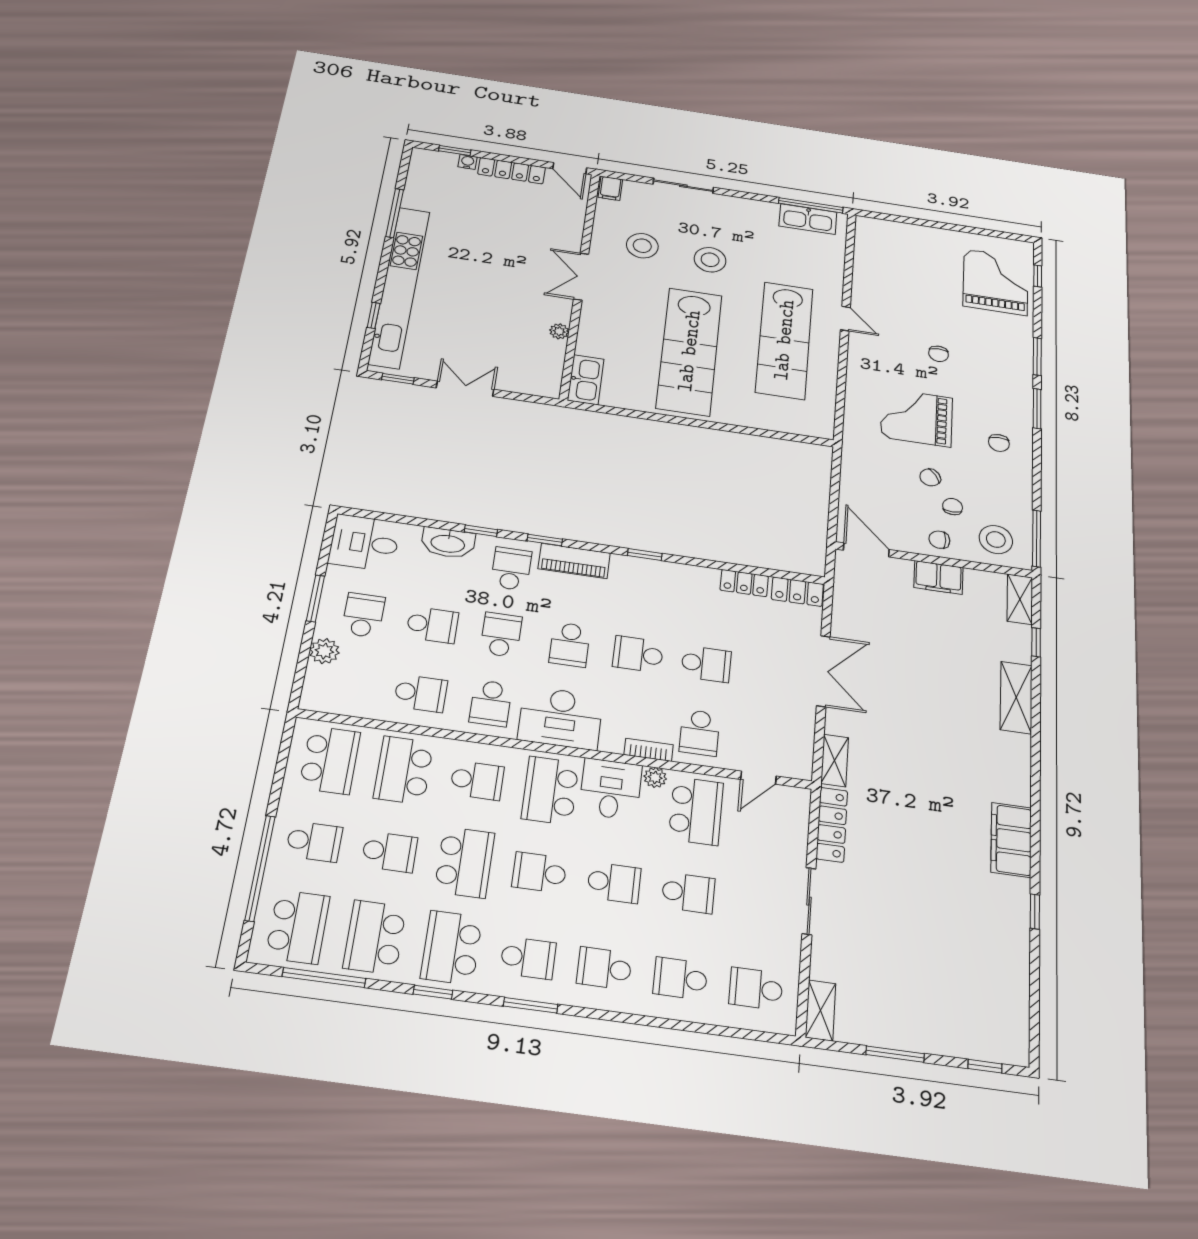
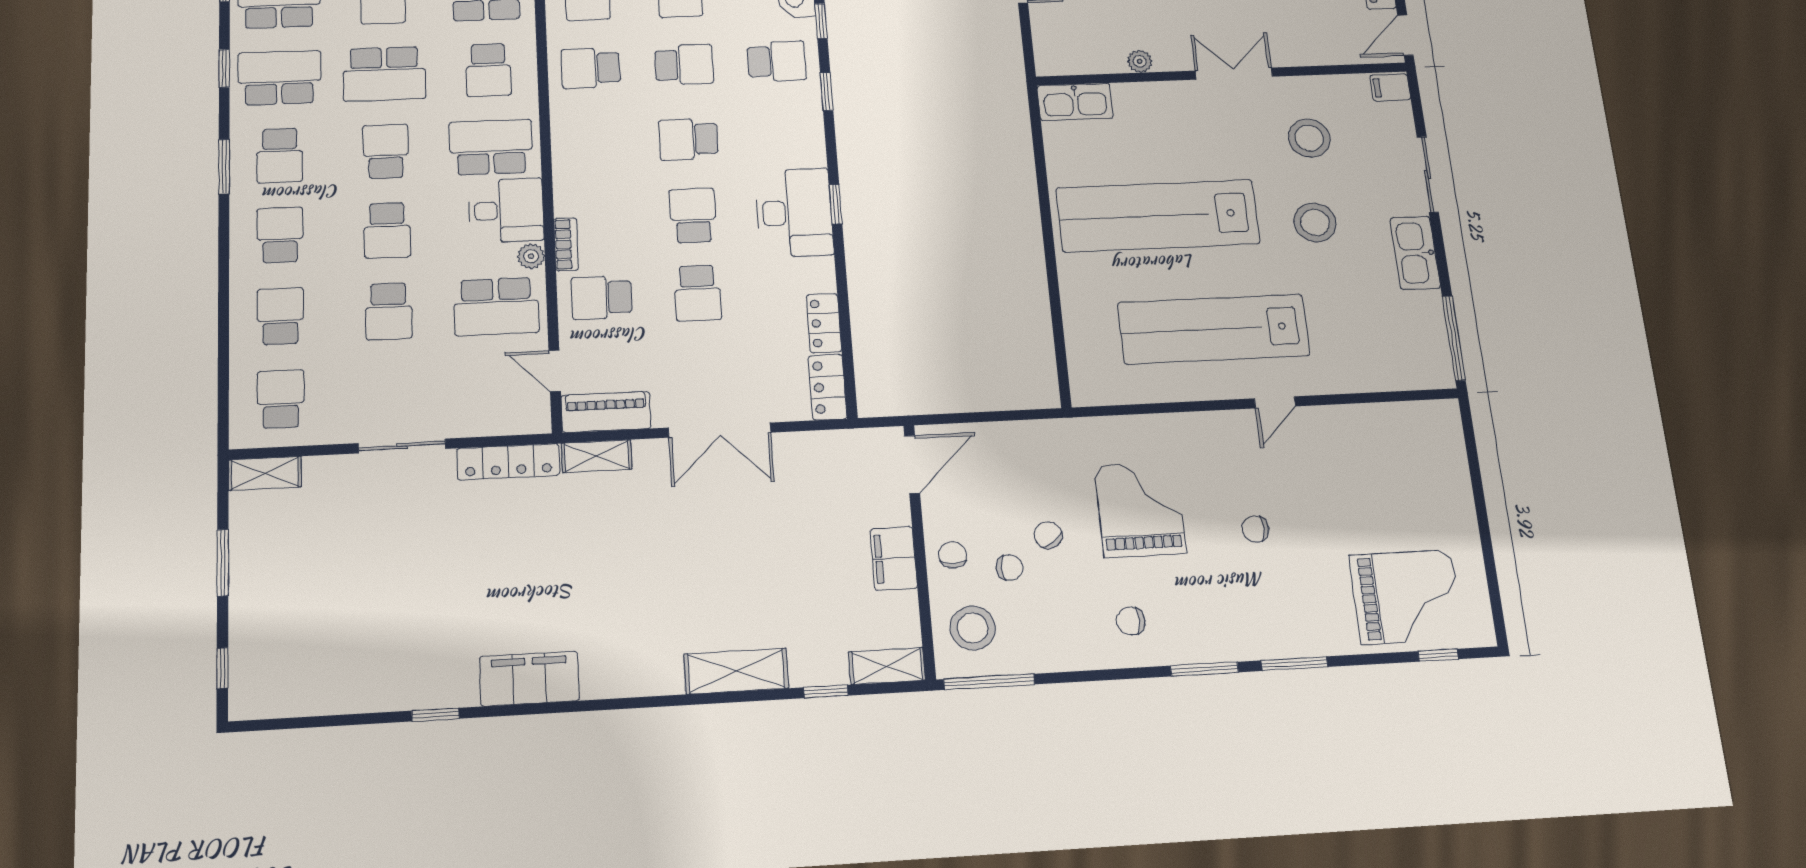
kitchen sink: (808, 219) -> (1415, 253), moved
piano: (574, 561) -> (606, 412), moved, turned 90
desk: (560, 718) -> (794, 213), moved, turned 180

